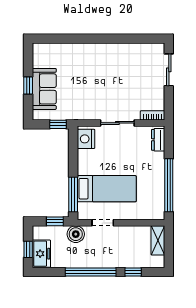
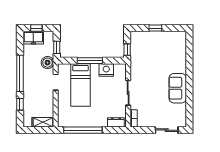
sofa: (44, 89) -> (178, 88), moved, turned 90
nightstand: (86, 139) -> (106, 70), moved
window: (73, 194) -> (90, 61), moved

